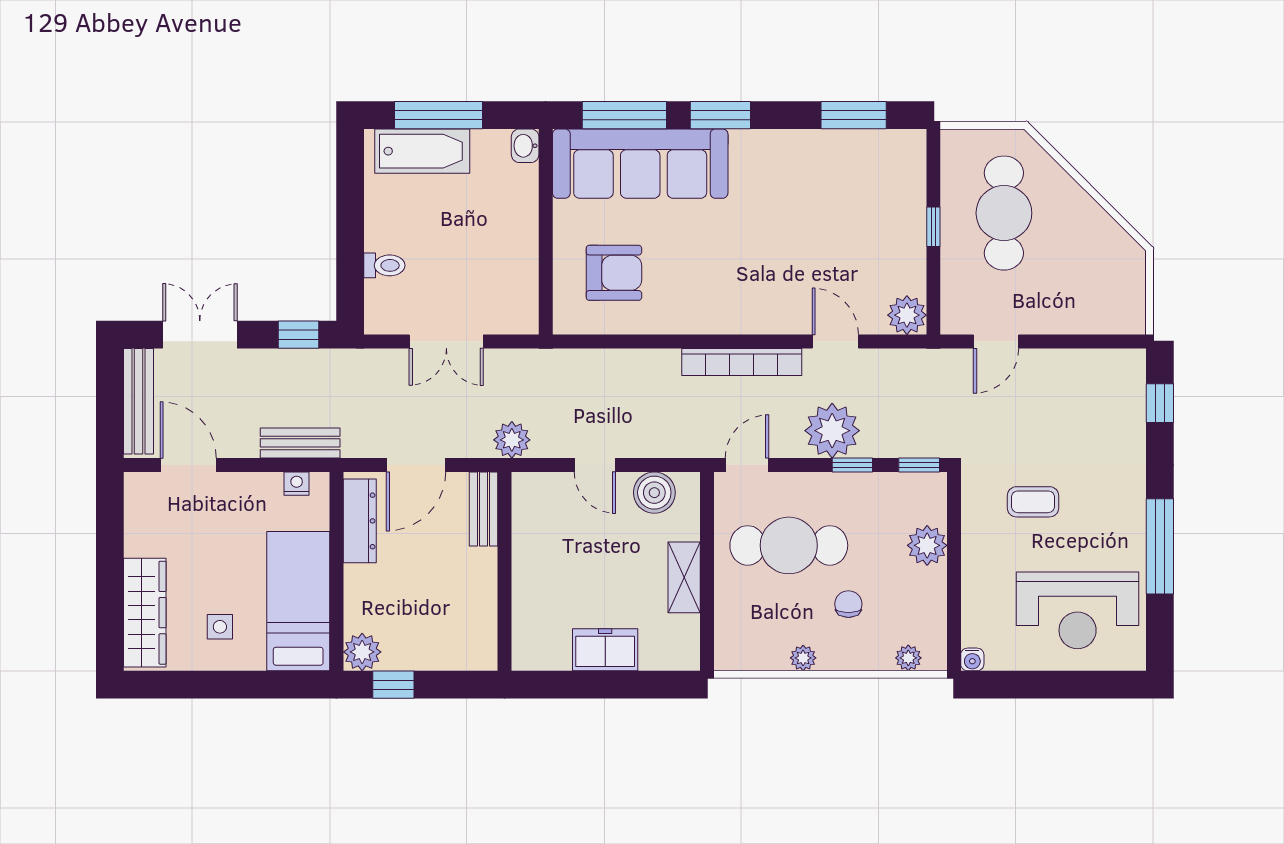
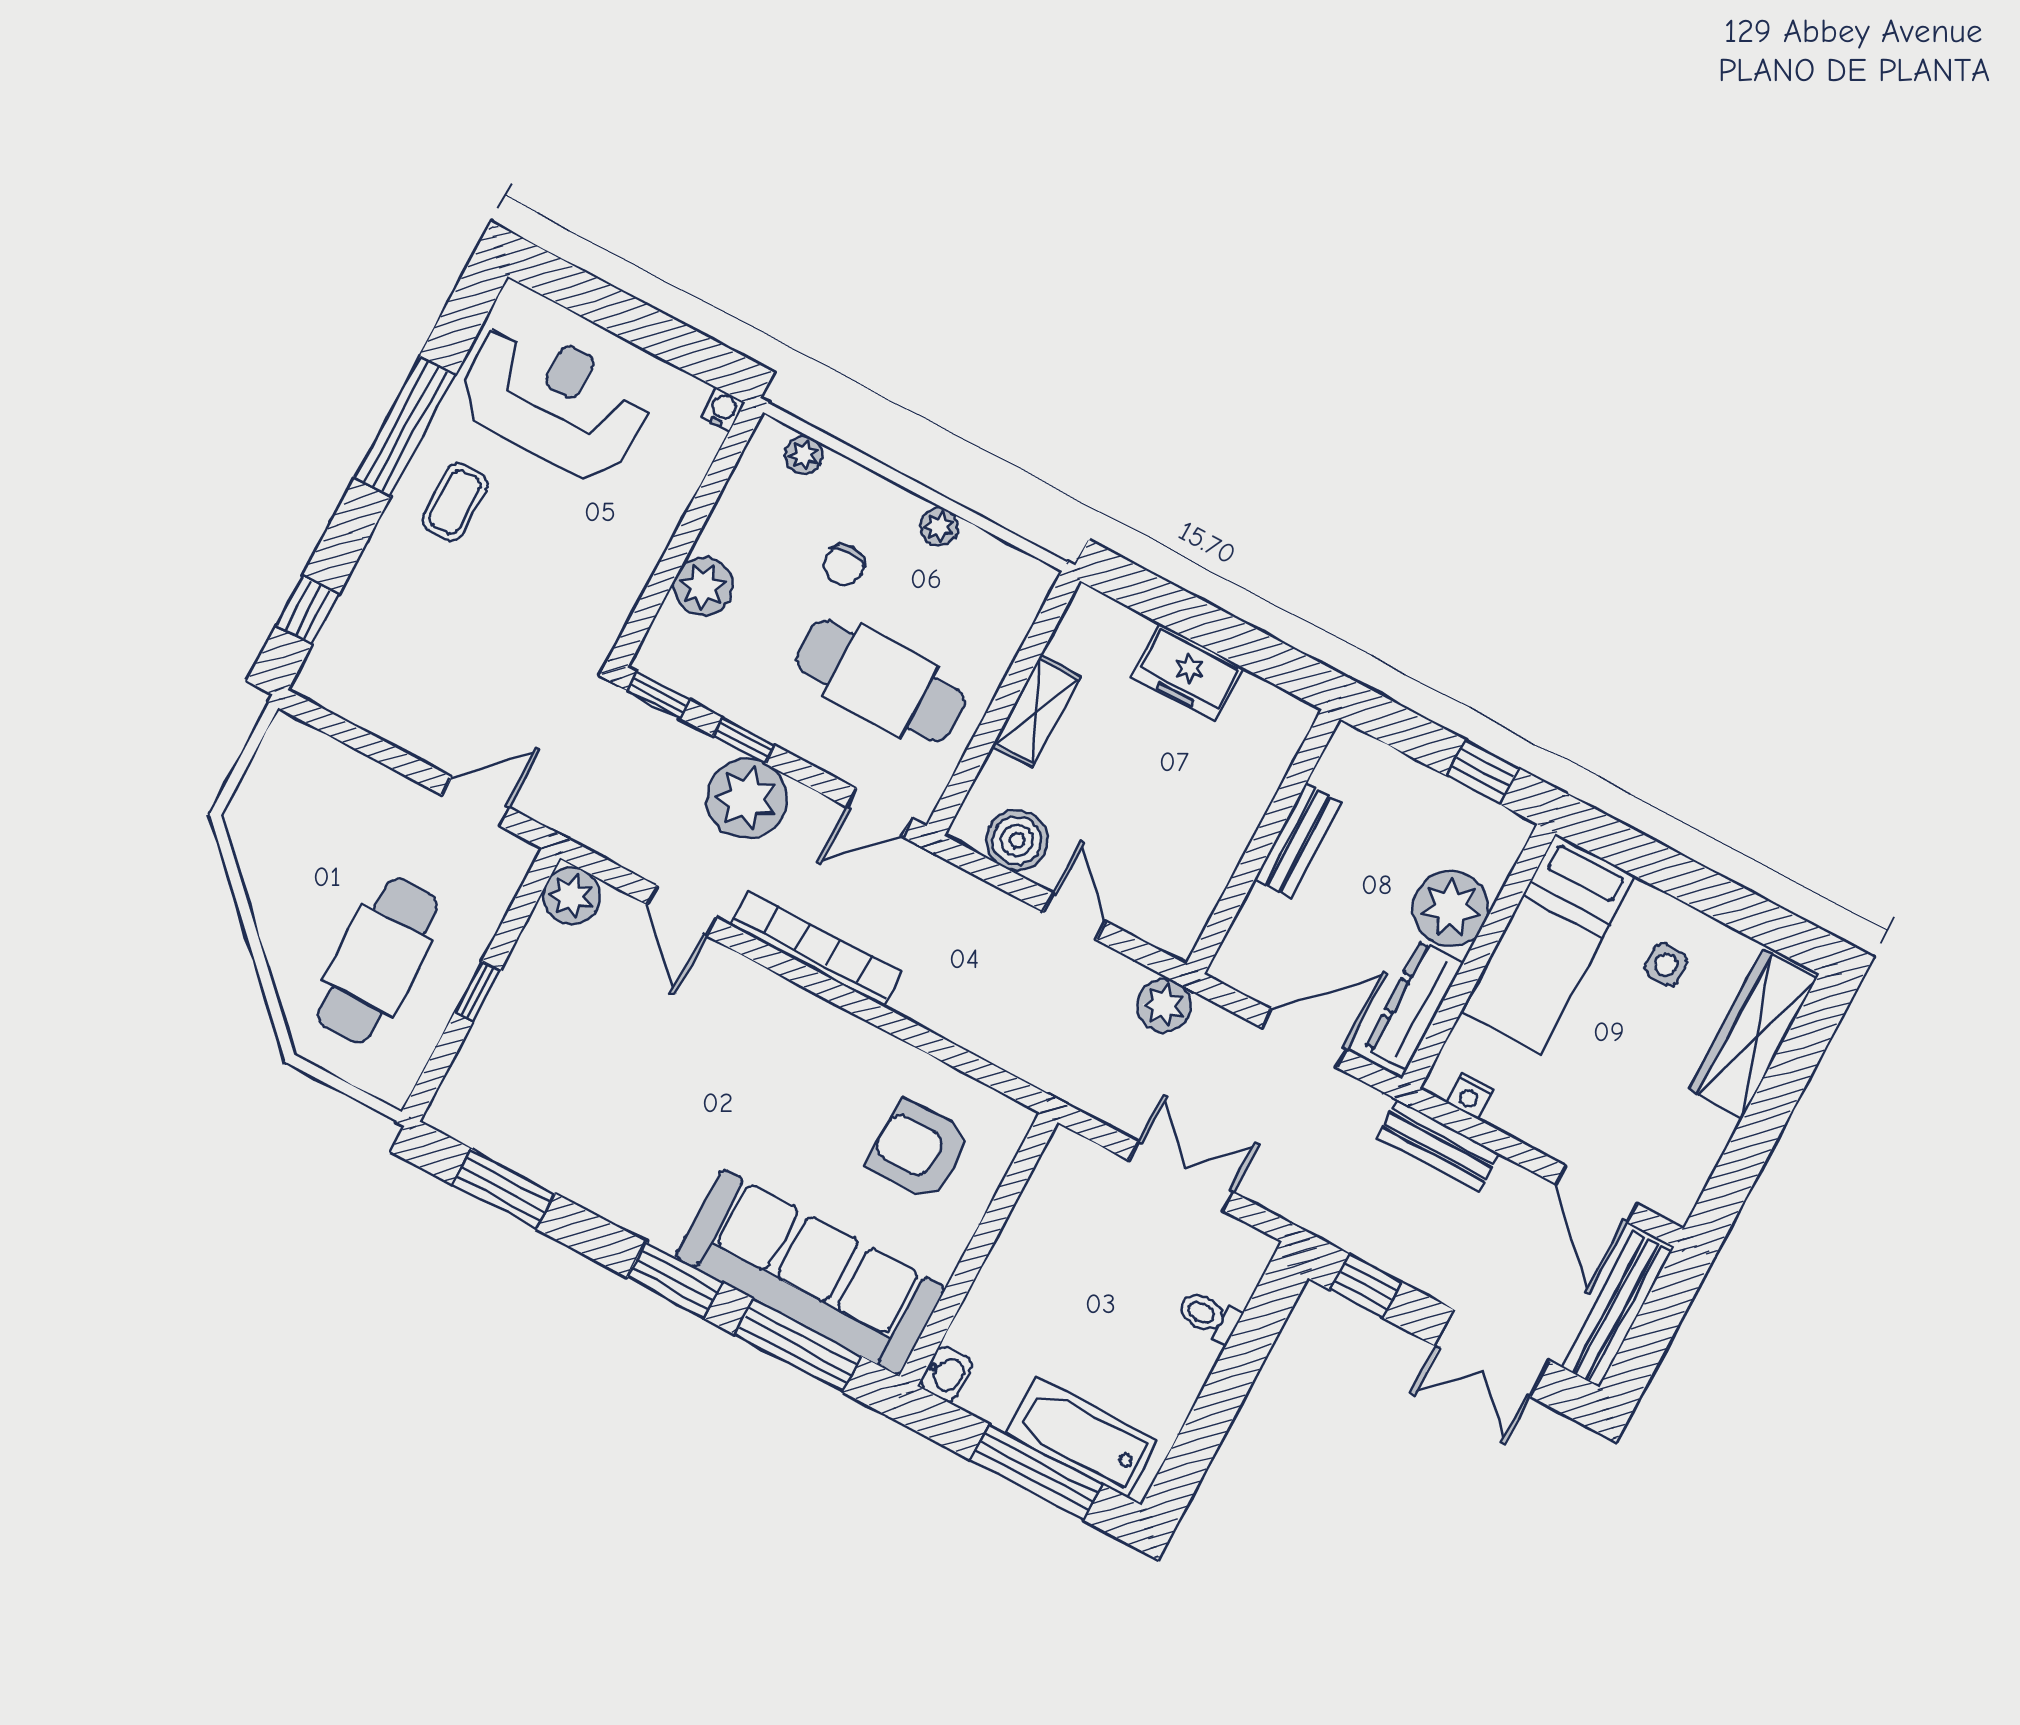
coffee table: (1033, 502) -> (455, 502), moved, turned 90
bench: (483, 509) -> (1298, 841), moved
plant: (362, 652) -> (1451, 908), moved, width x1.36, depth x1.36

